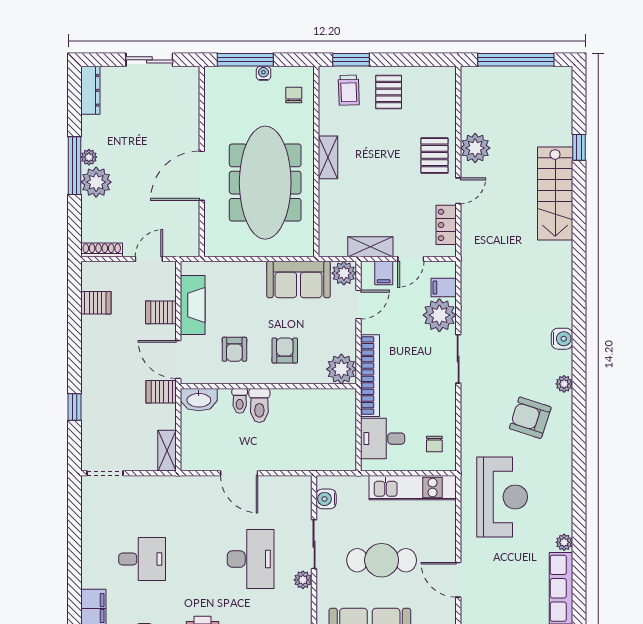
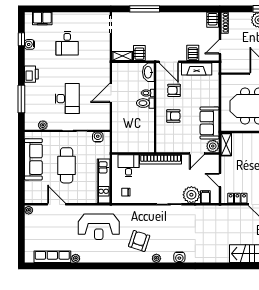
shelving: (370, 247) -> (226, 145), moved
door: (149, 259) -> (220, 47), swing flipped
filing cabinet: (384, 273) -> (213, 166), removed
server rack: (96, 303) -> (213, 20), moved
door: (359, 305) -> (197, 154), hinge flipped
door: (178, 360) -> (169, 62), swing flipped
plant: (341, 369) -> (164, 145), removed
server rack: (161, 392) -> (139, 53), moved
window: (75, 407) -> (145, 9), width x2.17
desk: (251, 559) -> (67, 99), turned -90
plant: (303, 580) -> (43, 125), moved
door: (458, 580) -> (57, 204), hinge flipped

